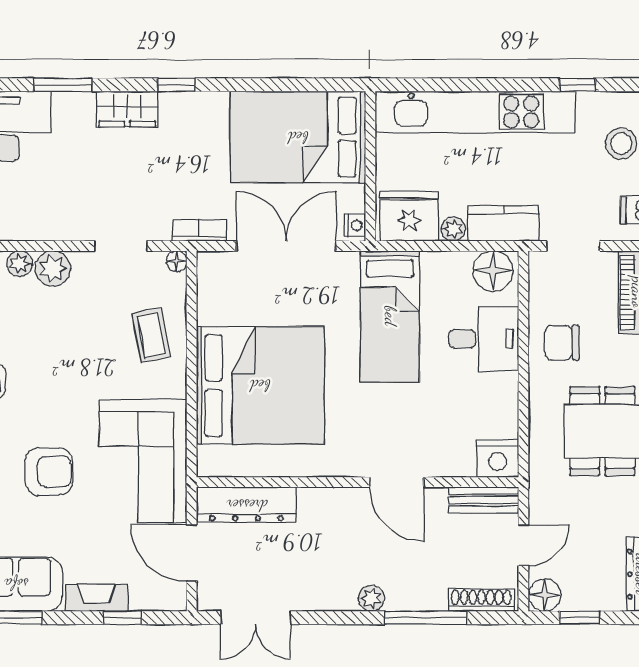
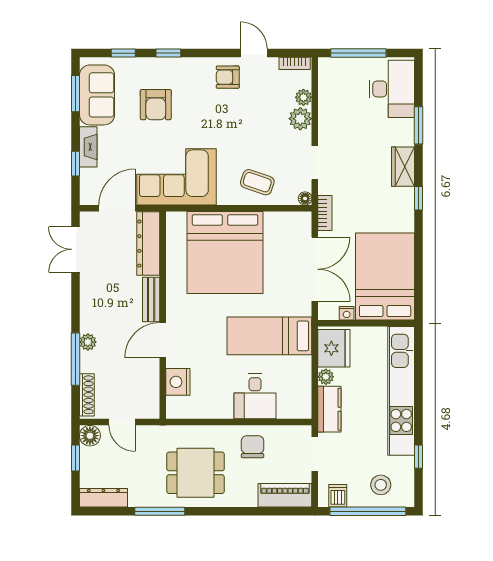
nightstand: (355, 225) -> (347, 313), moved
floor lamp: (493, 271) -> (299, 402), removed
coffee table: (151, 335) -> (257, 182), turned 30
nightstand: (498, 459) -> (178, 382), moved
armchair: (49, 472) -> (156, 105), moved
bench: (484, 500) -> (151, 300), moved
plant: (371, 598) -> (88, 342), moved

